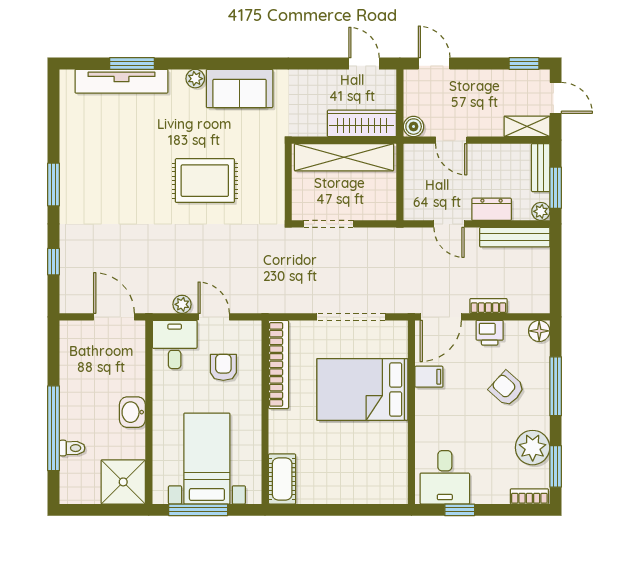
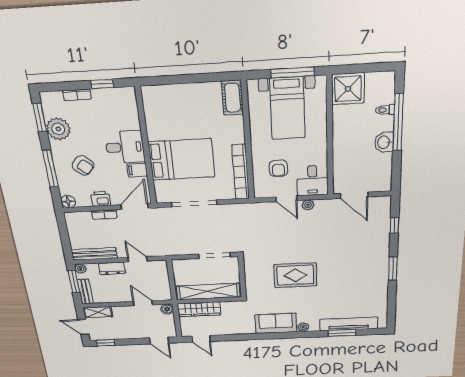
washbasin: (132, 412) -> (384, 142), moved, turned 180
desk: (445, 477) -> (125, 147), moved, turned 90
bookcase: (529, 496) -> (77, 95), moved

